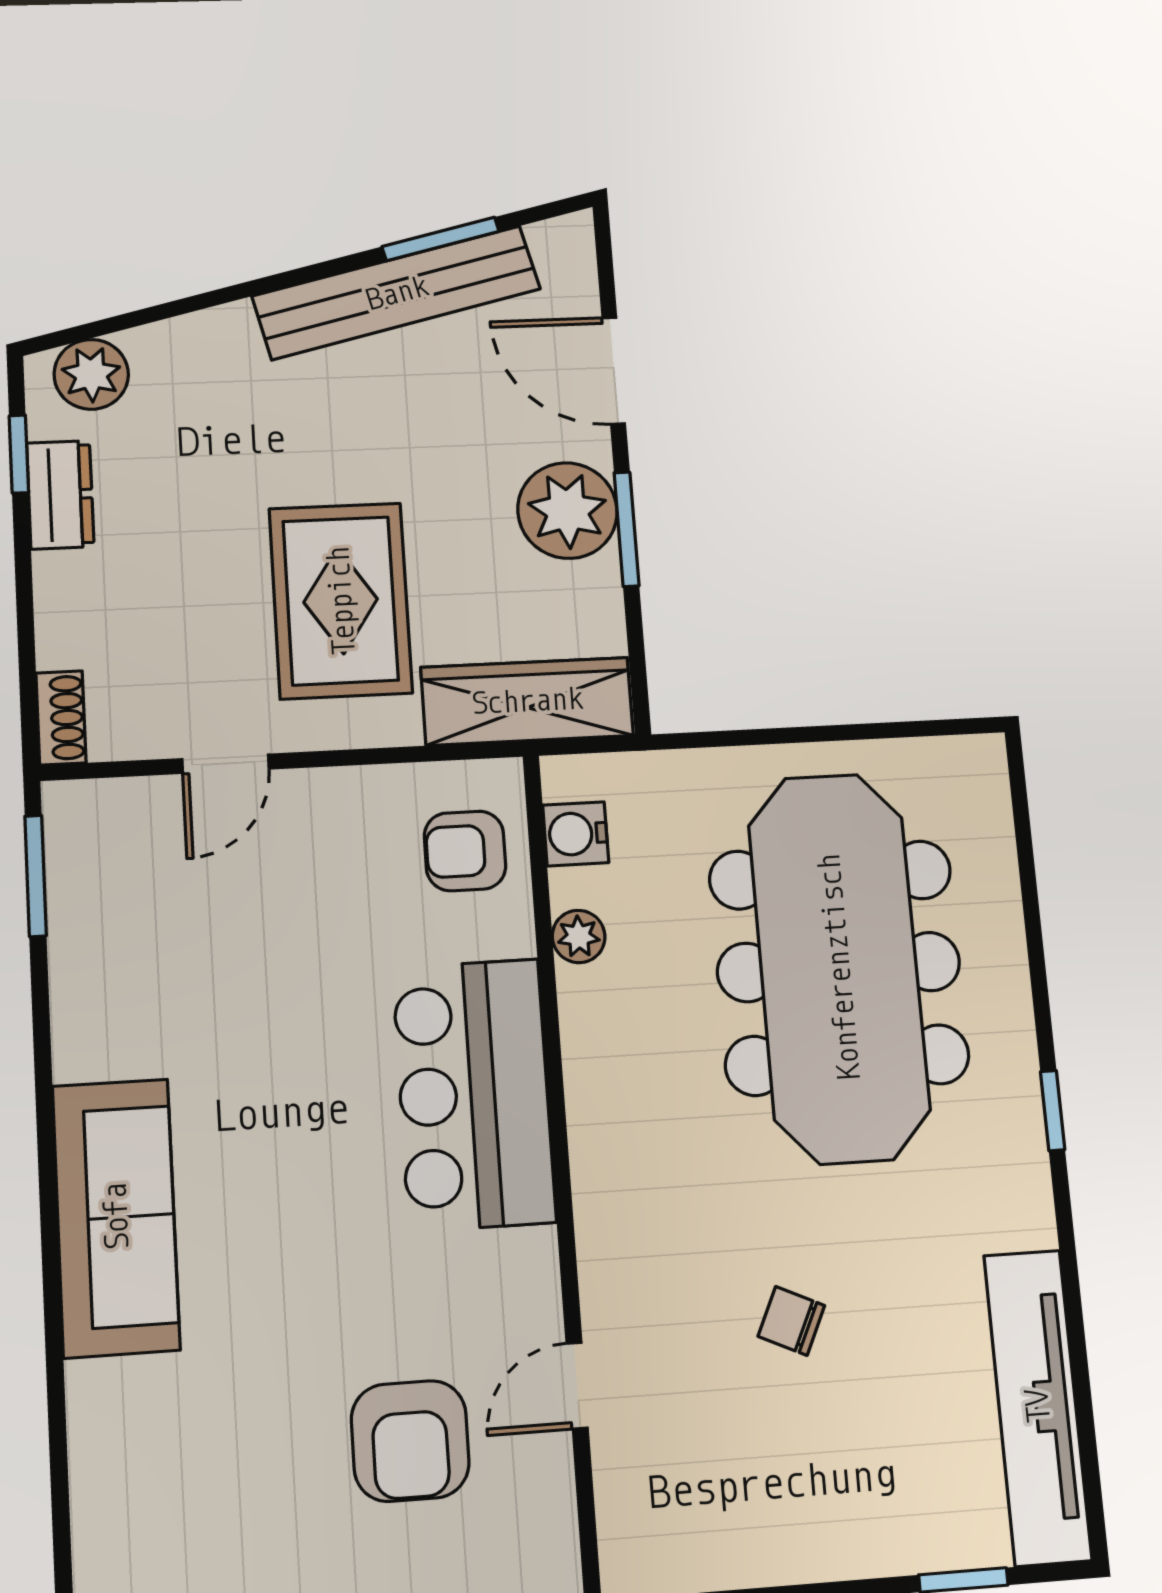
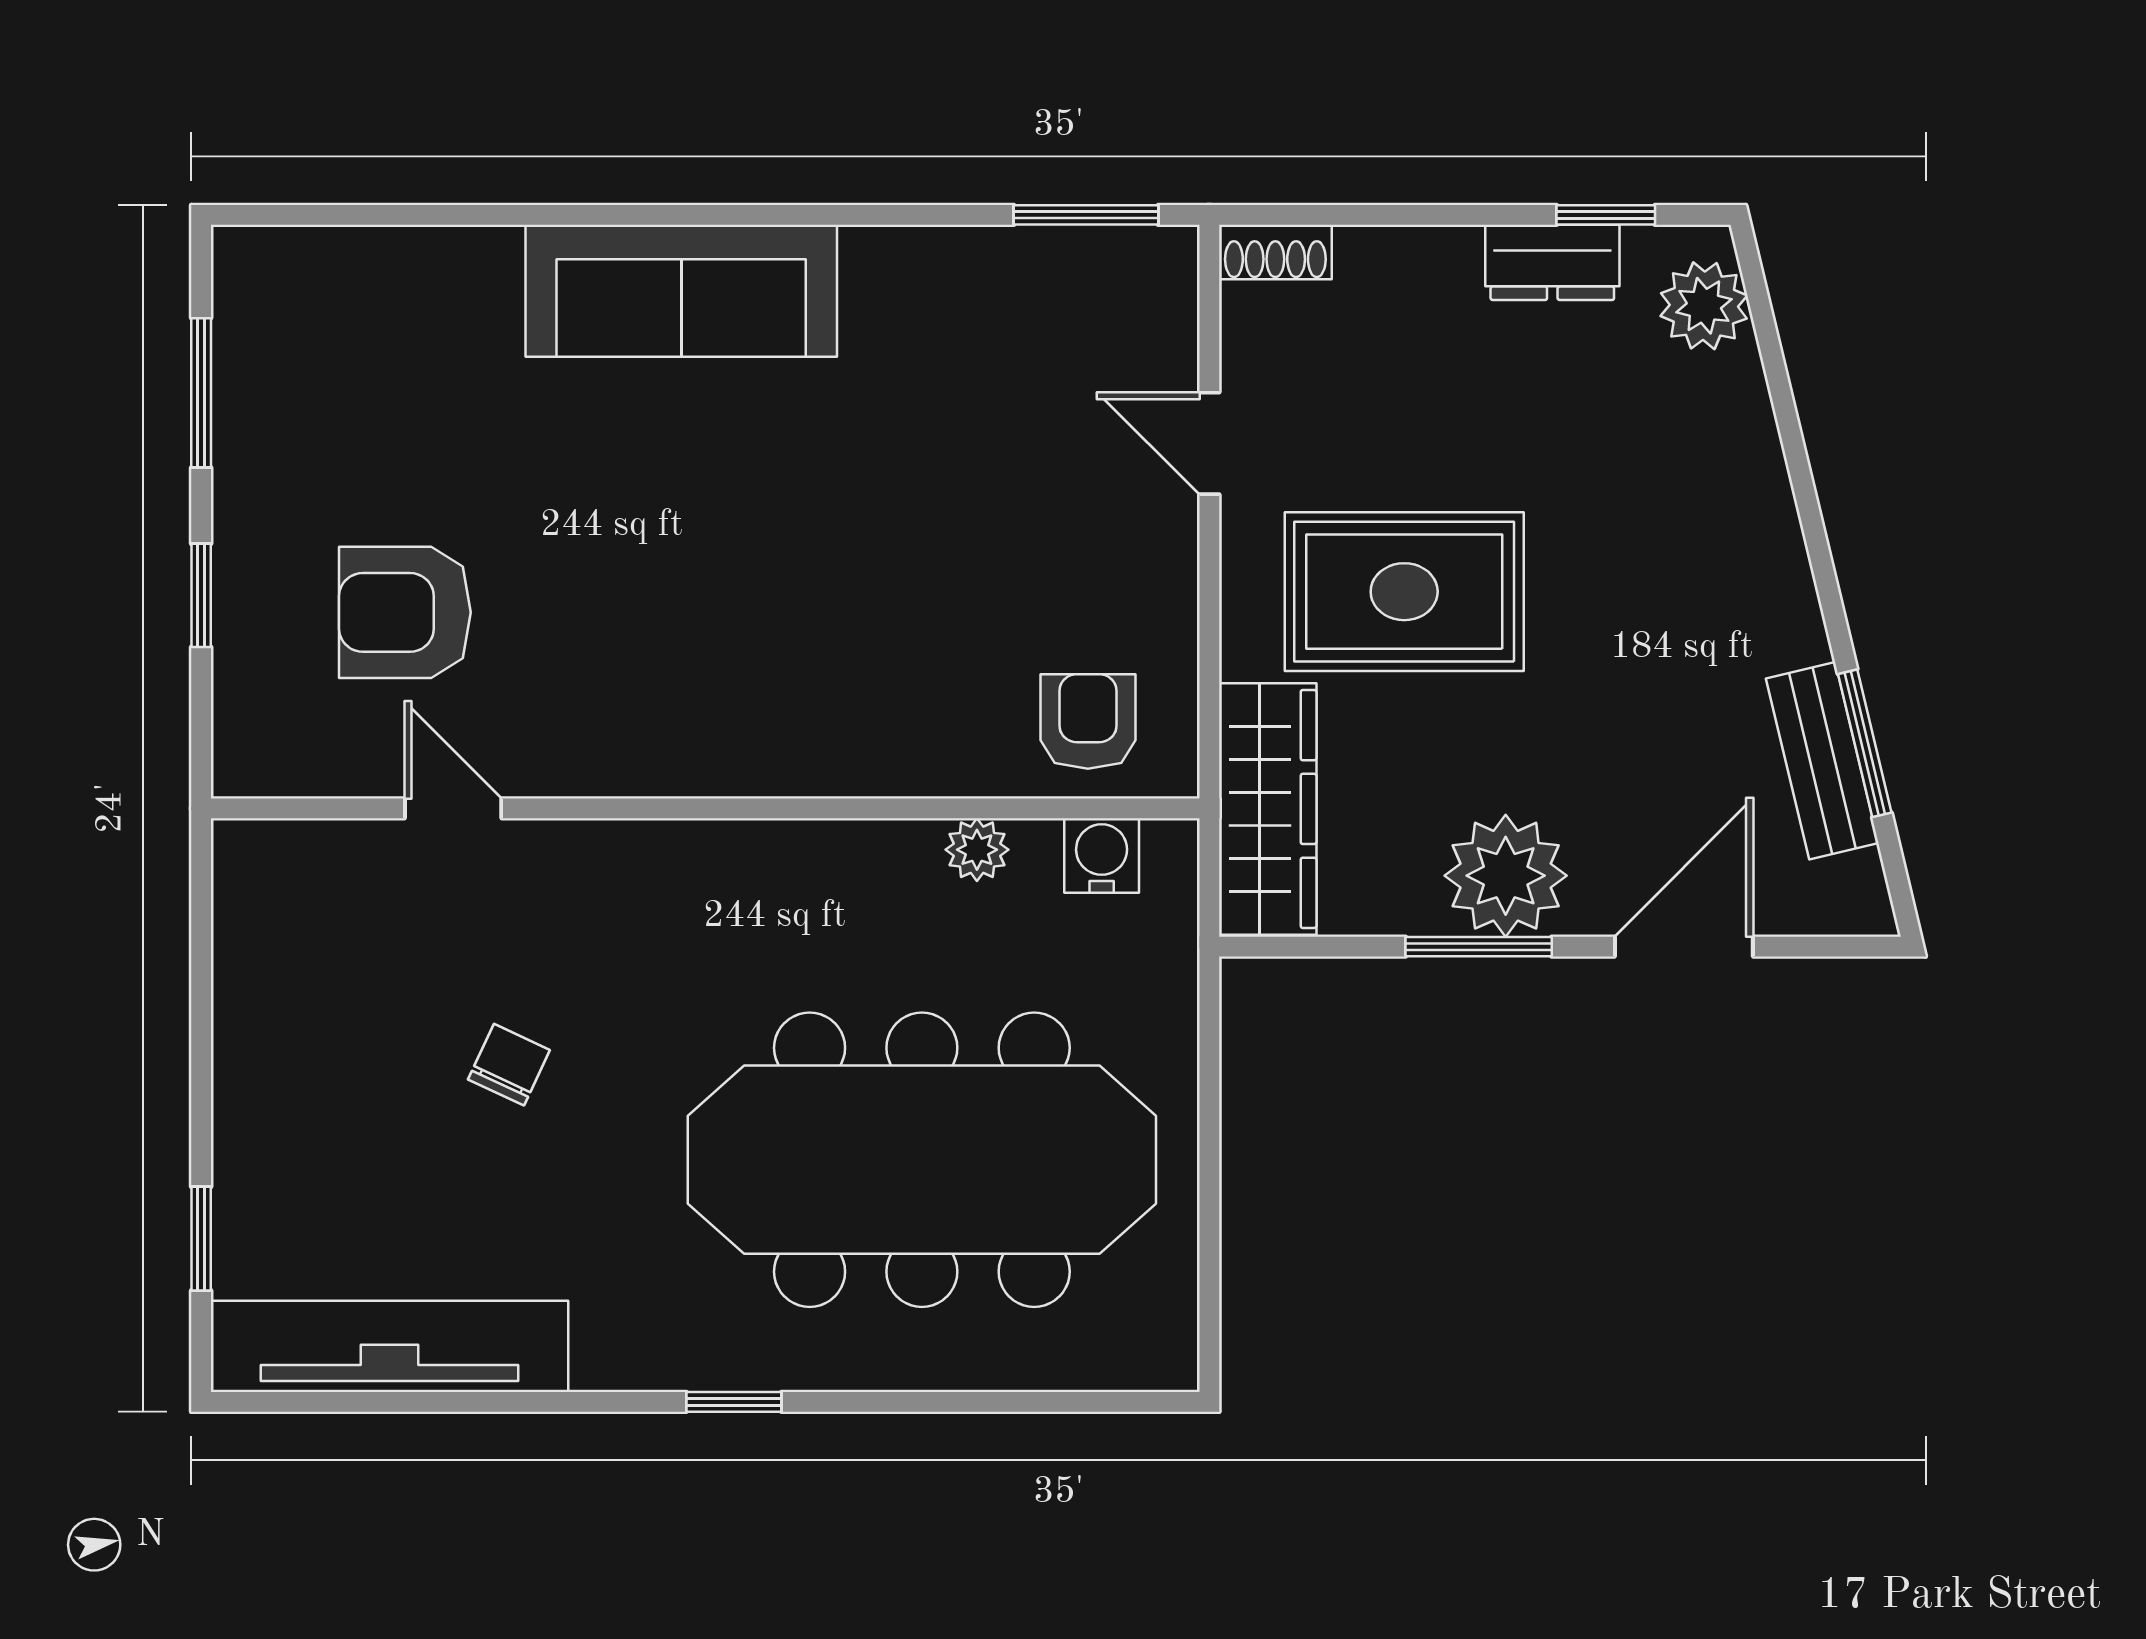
bench: (397, 293) -> (1822, 761), width x0.54, depth x0.82
bar counter: (474, 1094) -> (797, 712), removed

